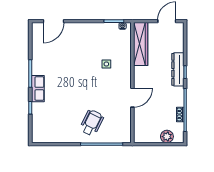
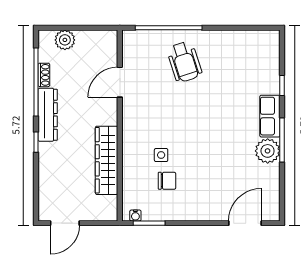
wardrobe: (141, 44) -> (107, 160), moved
chair: (103, 48) -> (167, 181), added
plant: (39, 67) -> (268, 151), added
dresser: (178, 69) -> (48, 115), moved
door: (132, 98) -> (120, 82), moved
wheelchair: (92, 123) -> (184, 62), turned -44

